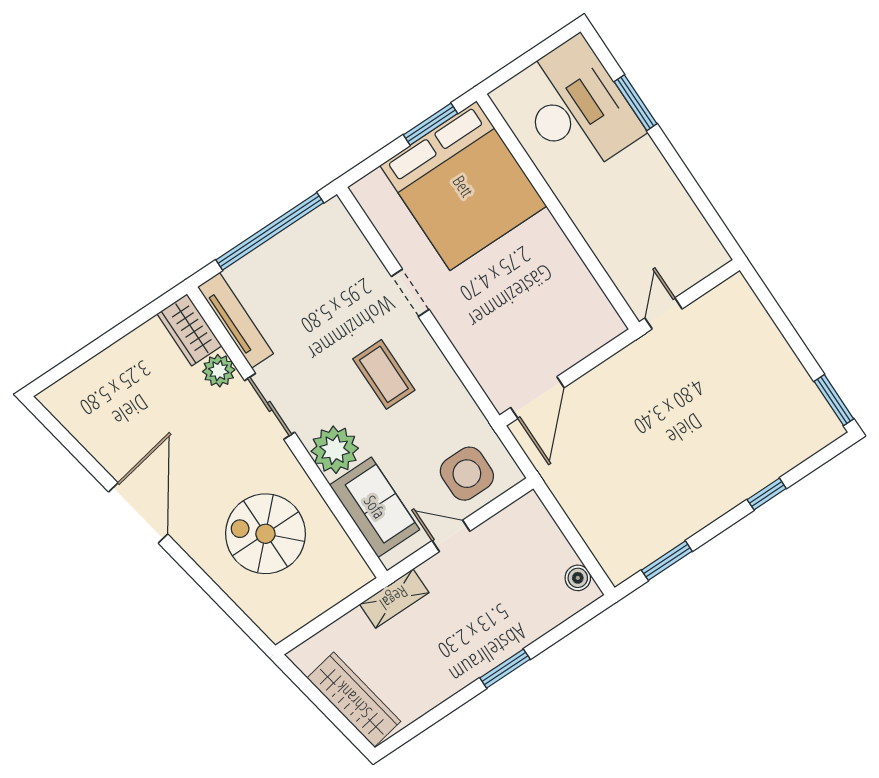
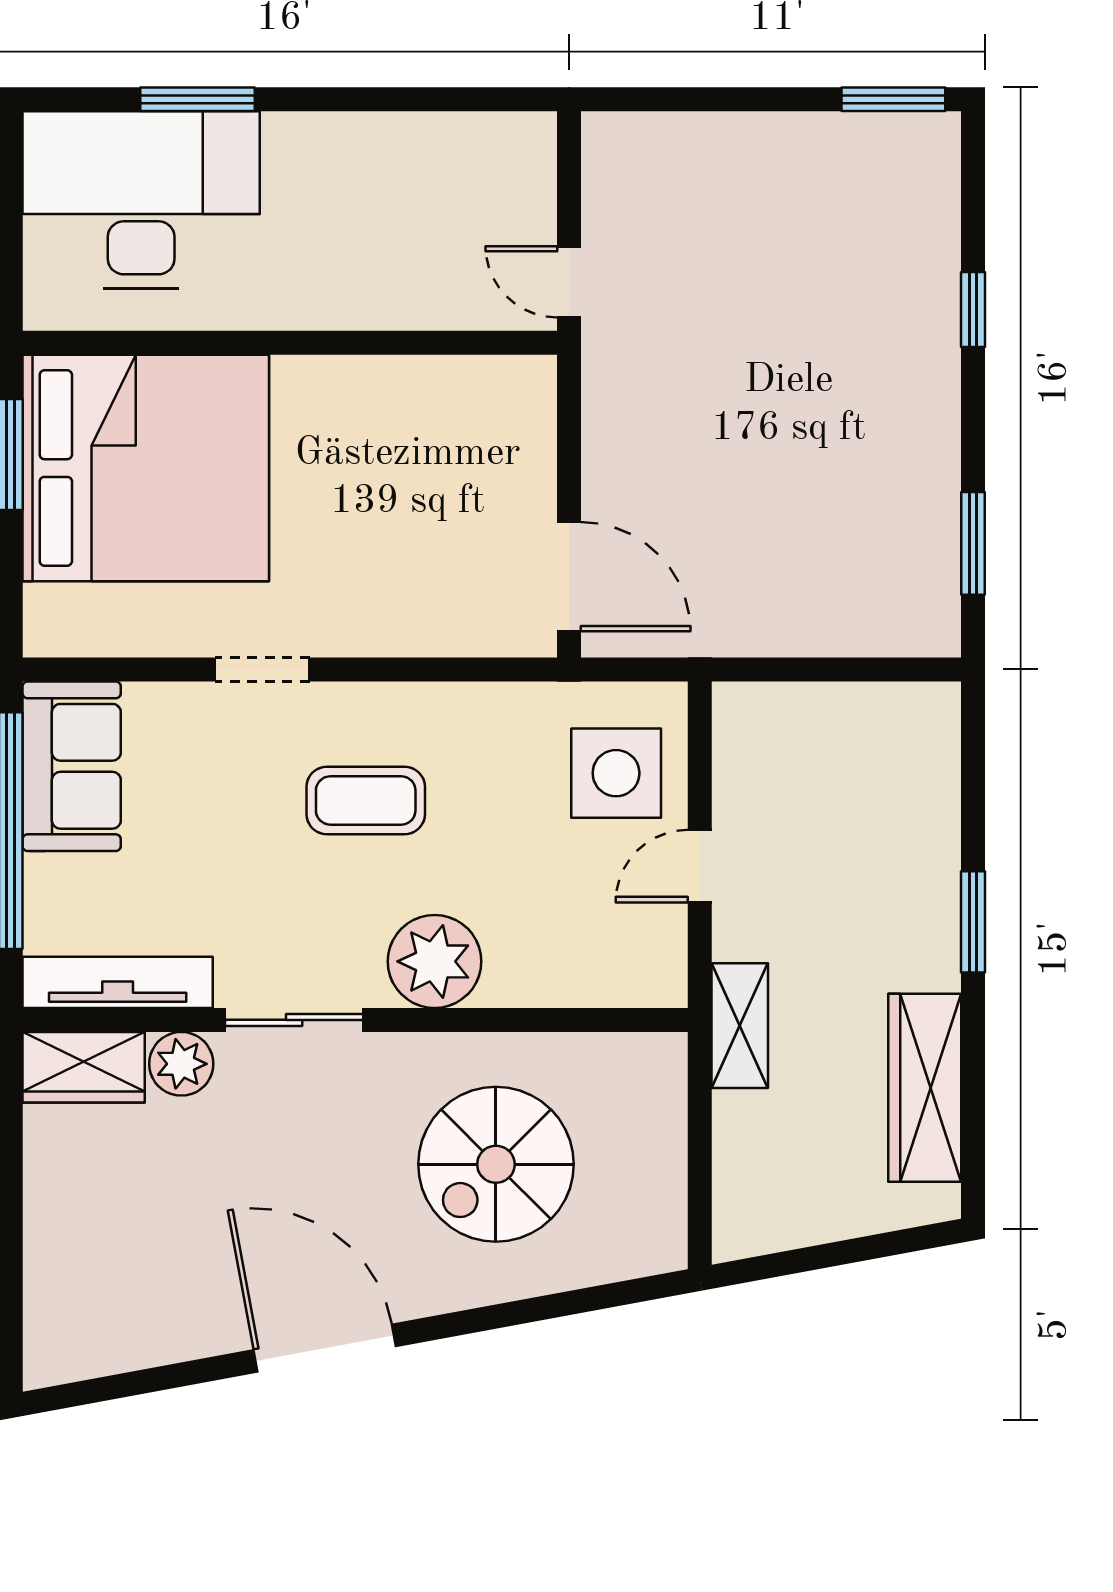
sofa: (375, 507) -> (72, 766), moved, turned 90
boiler: (578, 578) -> (905, 706), removed
wardrobe: (354, 700) -> (925, 1088), moved, turned -80

